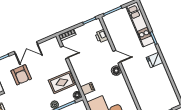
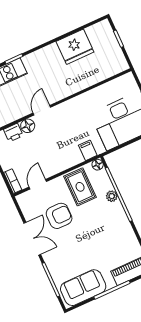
fridge: (155, 60) -> (75, 47), moved, width x1.88, depth x1.34
floor lamp: (116, 71) -> (28, 126), moved
armchair: (21, 75) -> (59, 216), moved

